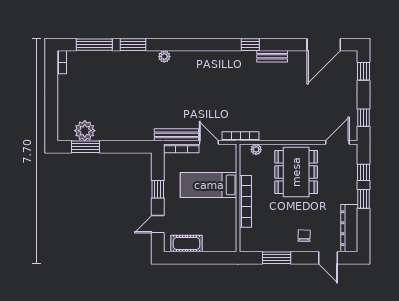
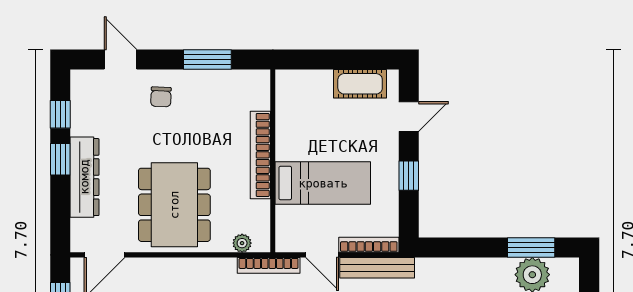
window: (364, 172) -> (60, 114), moved
dresser: (349, 228) -> (84, 177), moved

